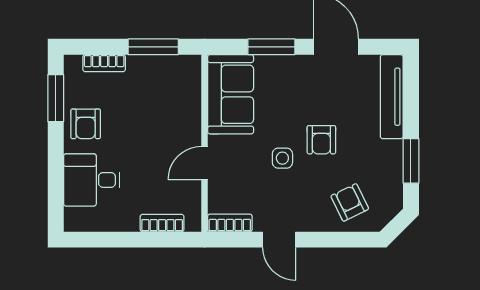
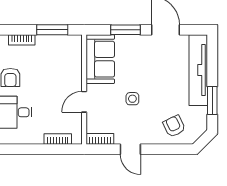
tv unit: (392, 97) -> (198, 70), width x1.36, depth x1.29
armchair: (321, 140) -> (157, 87), removed

